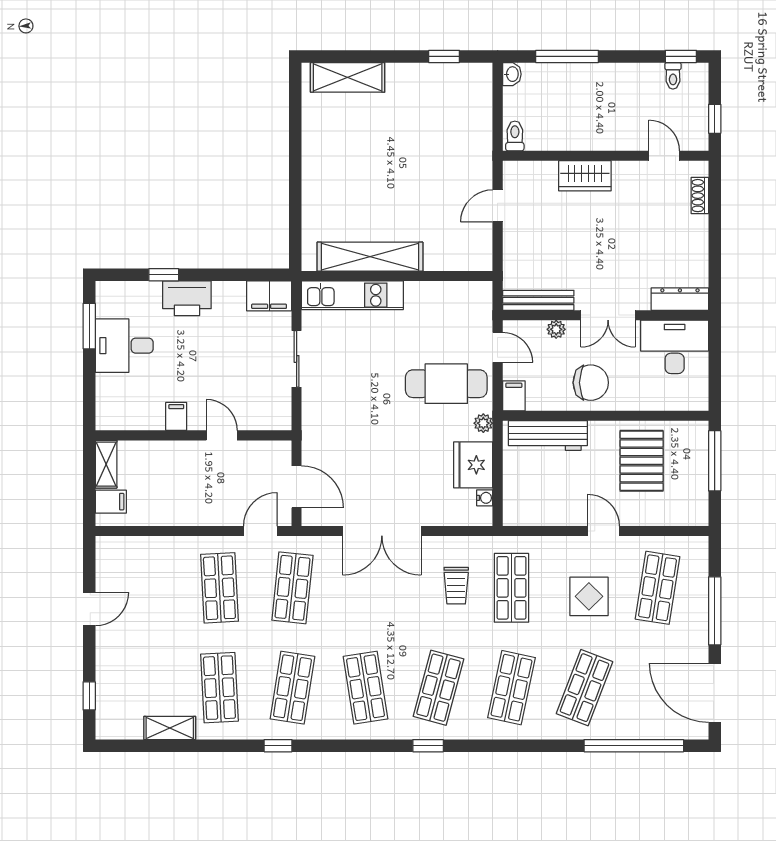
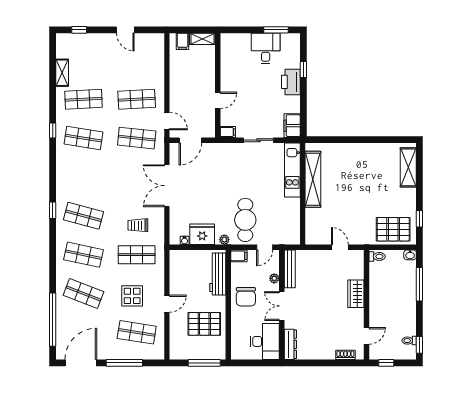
pallet: (464, 106) -> (393, 229), added
filing cabinet: (176, 416) -> (228, 132), moved
shop shelf: (365, 688) -> (84, 177), removed

